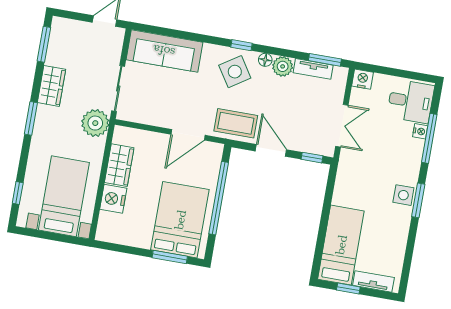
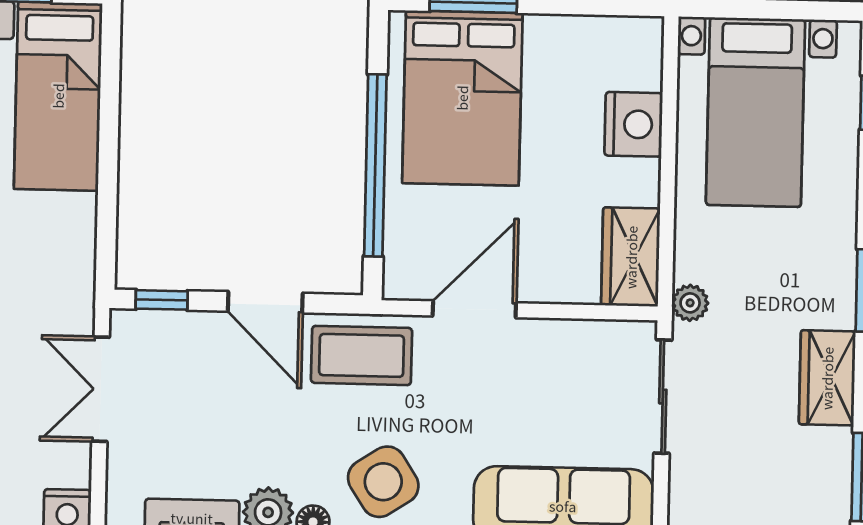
plant: (95, 123) -> (690, 303), width x0.53, depth x0.53
wardrobe: (119, 165) -> (631, 257), moved

